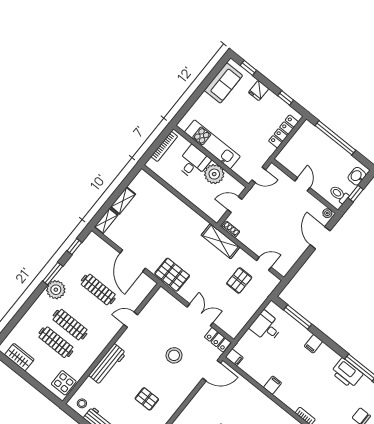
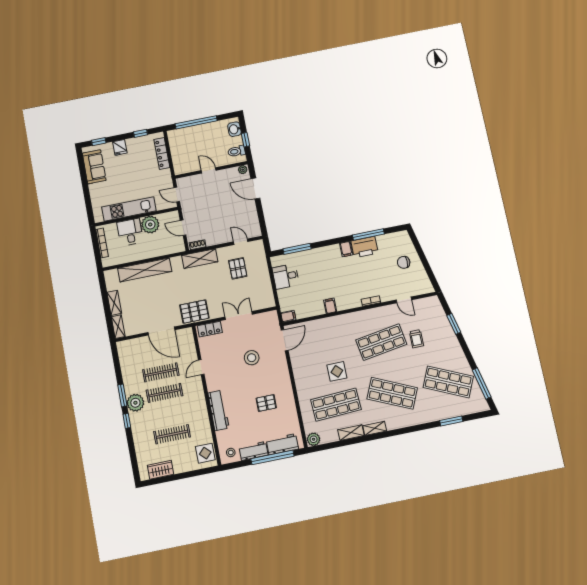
door: (259, 175) -> (177, 195), swing flipped
shelving: (172, 202) -> (145, 270), added
door: (235, 204) -> (183, 228), hinge flipped
window: (74, 247) -> (127, 421), moved
door: (264, 264) -> (241, 242), hinge flipped
clothes rail: (70, 325) -> (165, 393), moved
locker: (218, 340) -> (210, 329), moved
filing cabinet: (313, 344) -> (346, 249), moved

